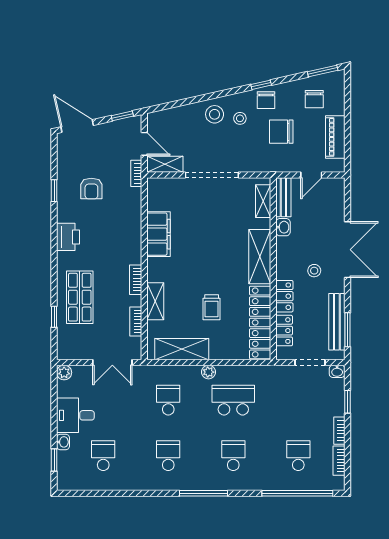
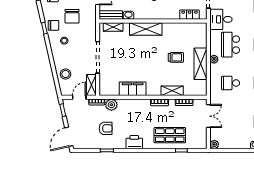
stool: (215, 114) -> (65, 74), moved
plant: (131, 198) -> (111, 105), added
locker: (284, 296) -> (169, 14), removed
locker: (260, 322) -> (185, 29), removed
shelving: (182, 349) -> (200, 64), moved
desk: (75, 415) -> (221, 19), moved, turned 90

